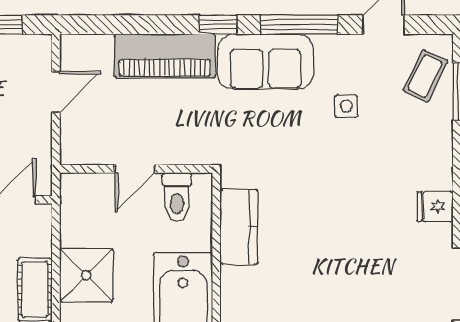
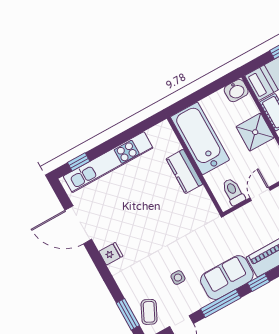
kitchen counter: (239, 227) -> (184, 171), moved

